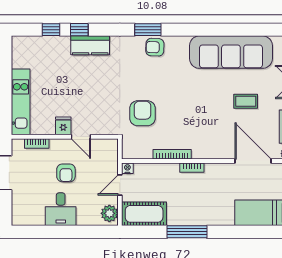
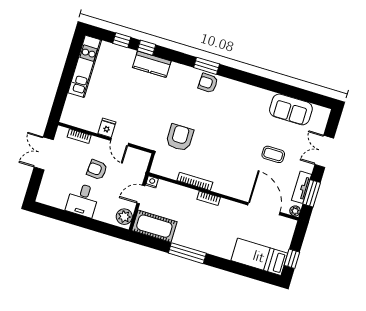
sofa: (231, 52) -> (291, 109), width x0.54, depth x0.79
kitchen unit: (21, 102) -> (85, 66), moved
armchair: (66, 173) -> (97, 170), turned 94

